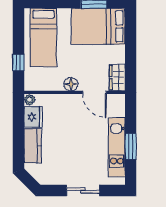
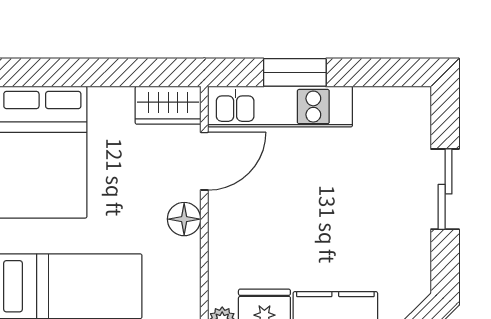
window: (131, 146) -> (295, 72), moved
kitchen unit: (117, 147) -> (280, 107), moved

